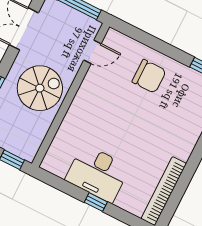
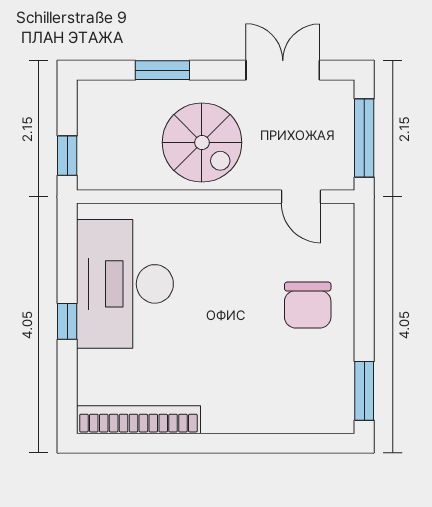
desk: (97, 173) -> (125, 284), width x1.36, depth x1.30

